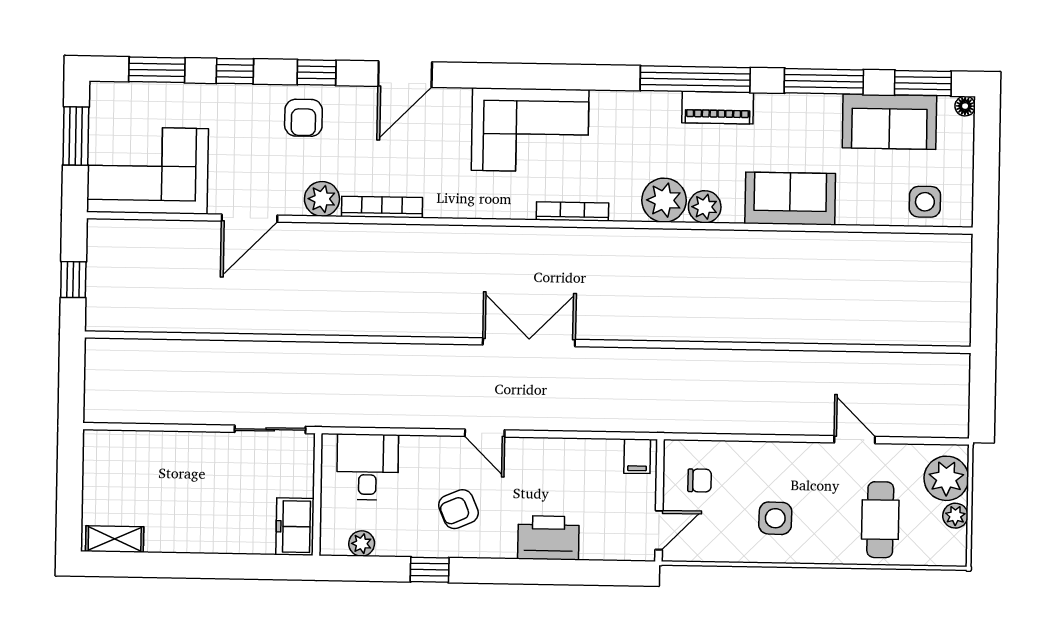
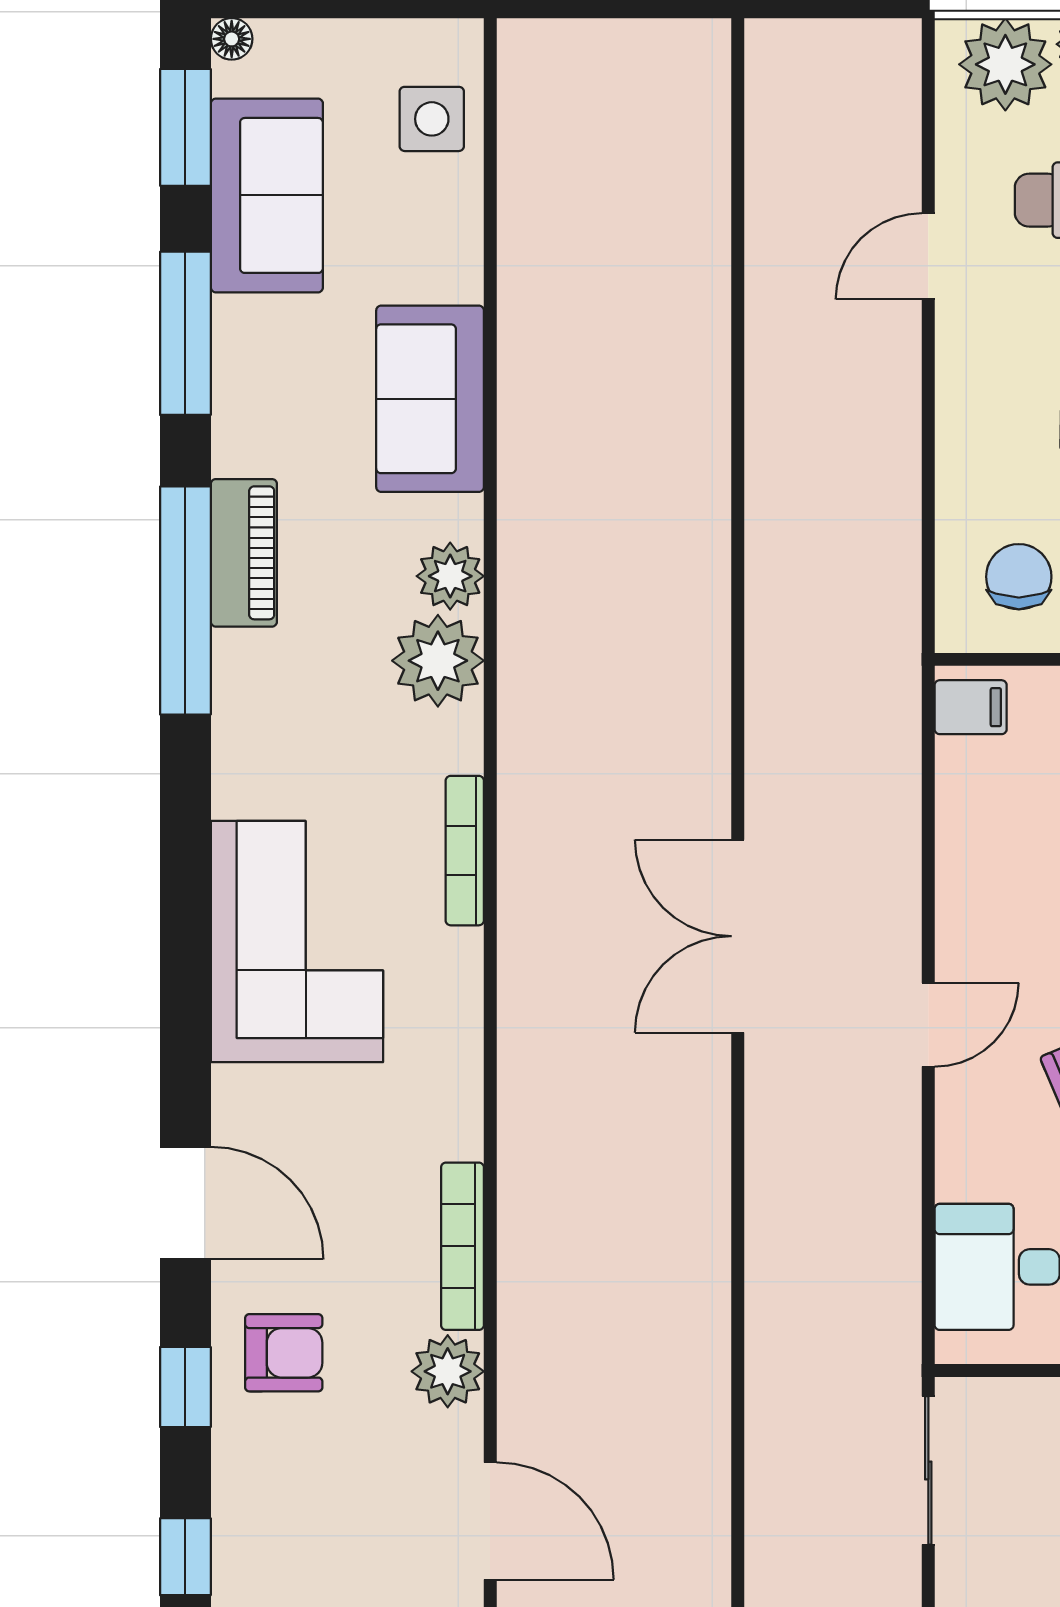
armchair: (303, 118) -> (284, 1353), moved
chair: (700, 480) -> (1019, 577), width x1.37, depth x1.37

